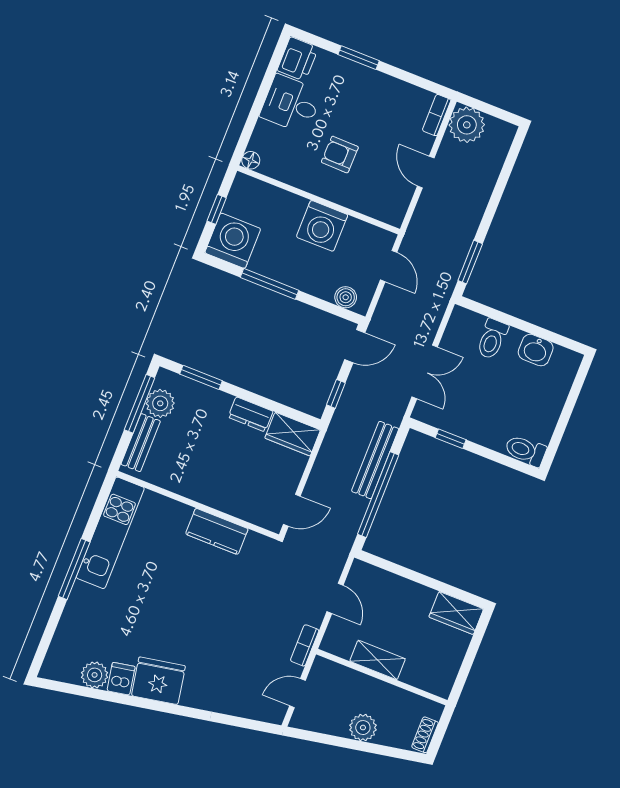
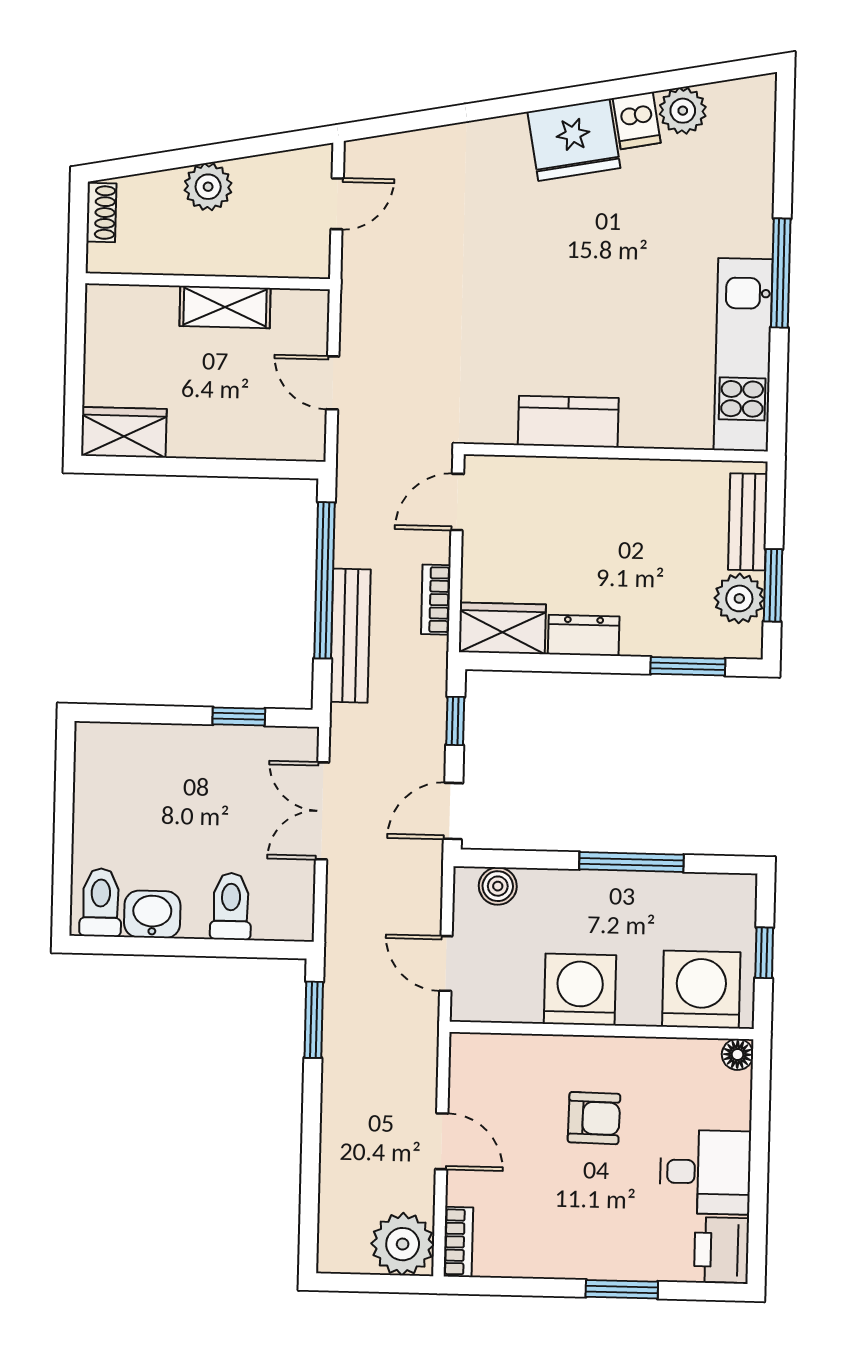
washing machine: (233, 241) -> (701, 990), moved, turned 180
window: (140, 404) -> (773, 585), width x0.69
toilet: (526, 451) -> (101, 903), moved, turned -90
bookcase: (305, 645) -> (436, 600), moved, turned 180

